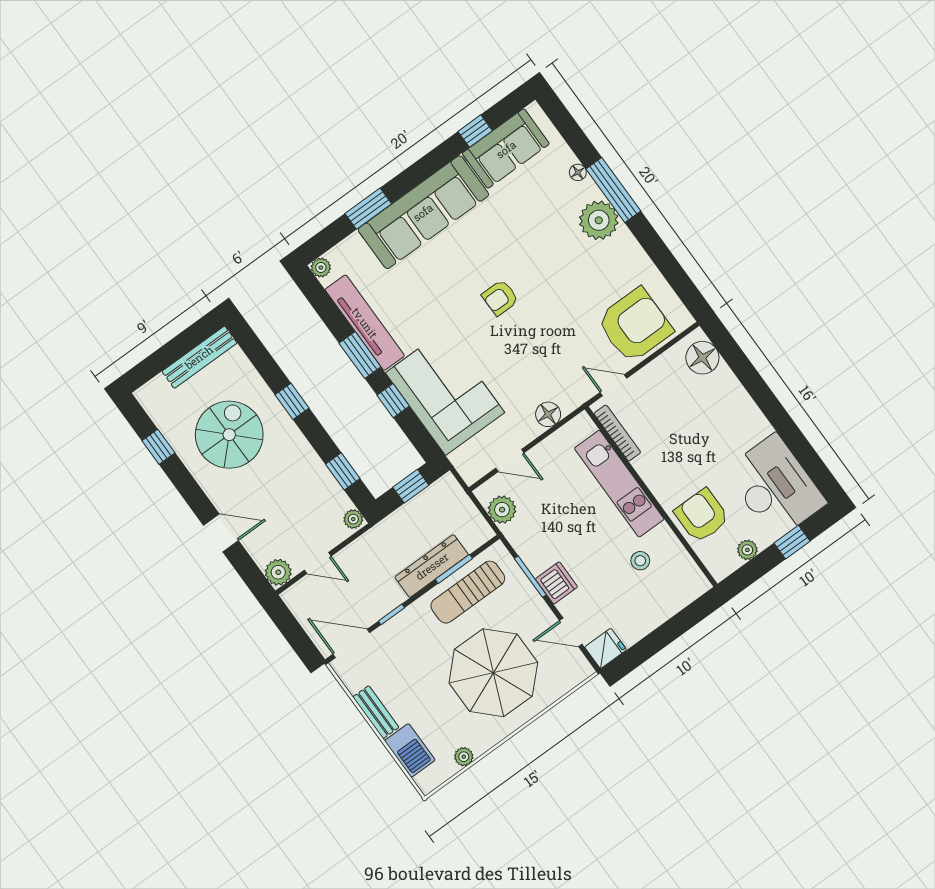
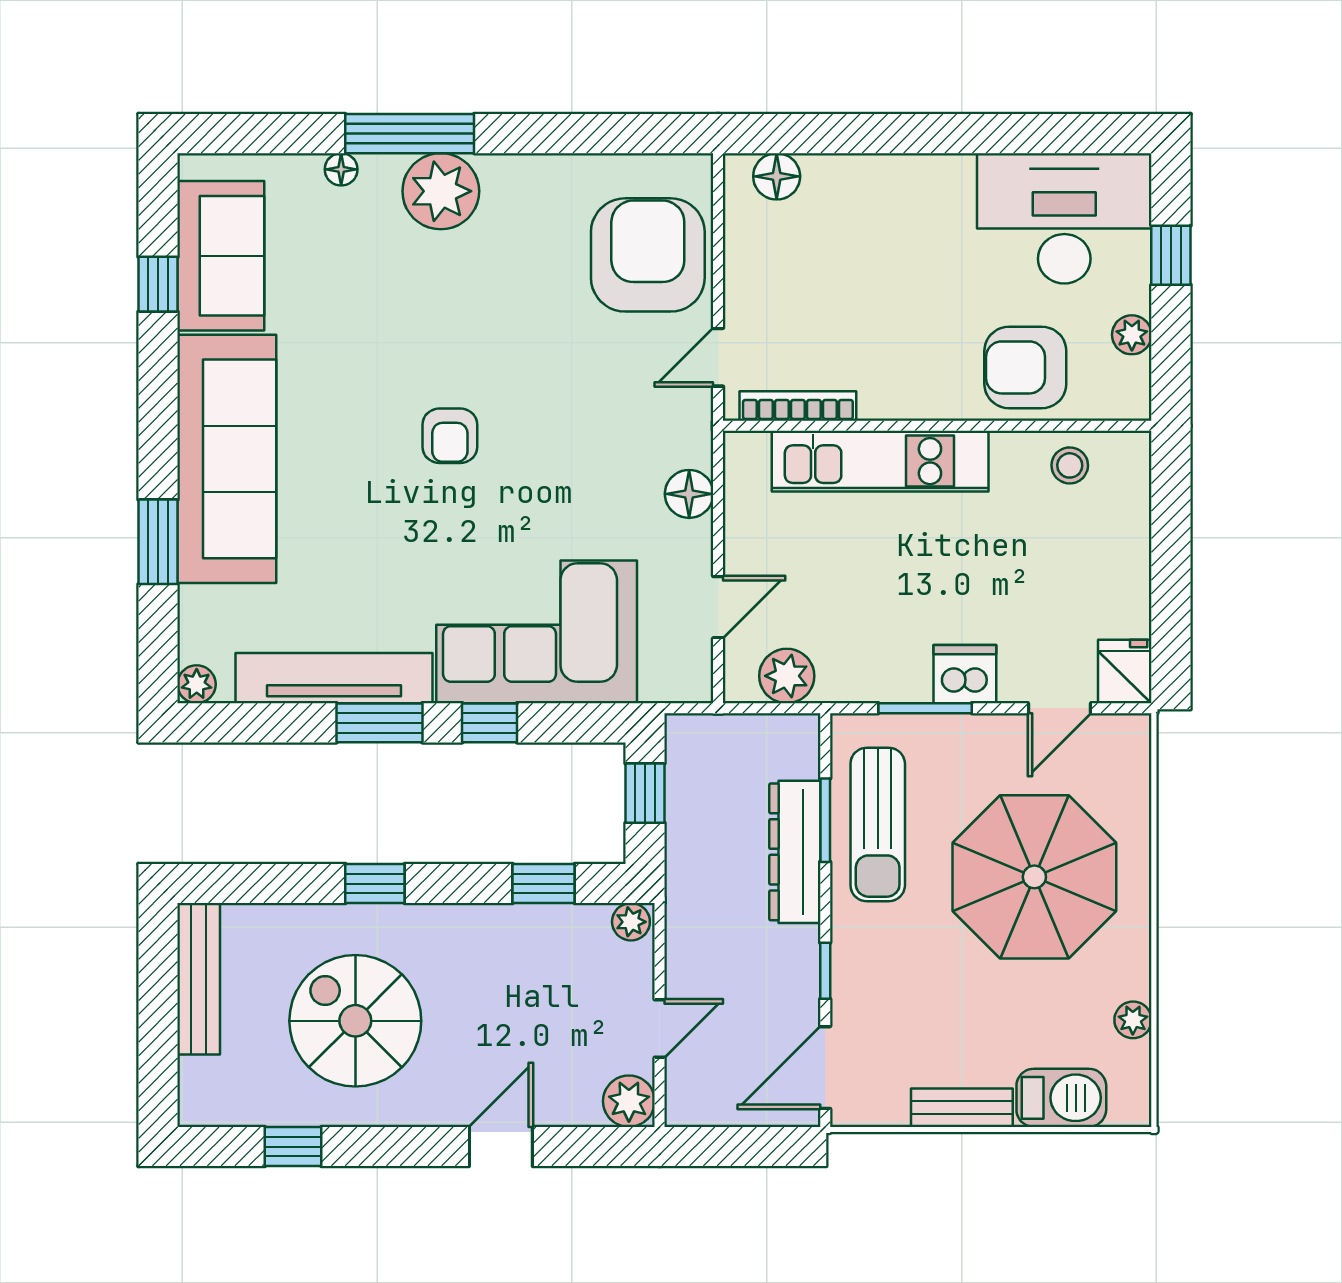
floor lamp: (702, 358) -> (777, 176), width x0.73, depth x0.73
stool: (640, 561) -> (1070, 465), moved

